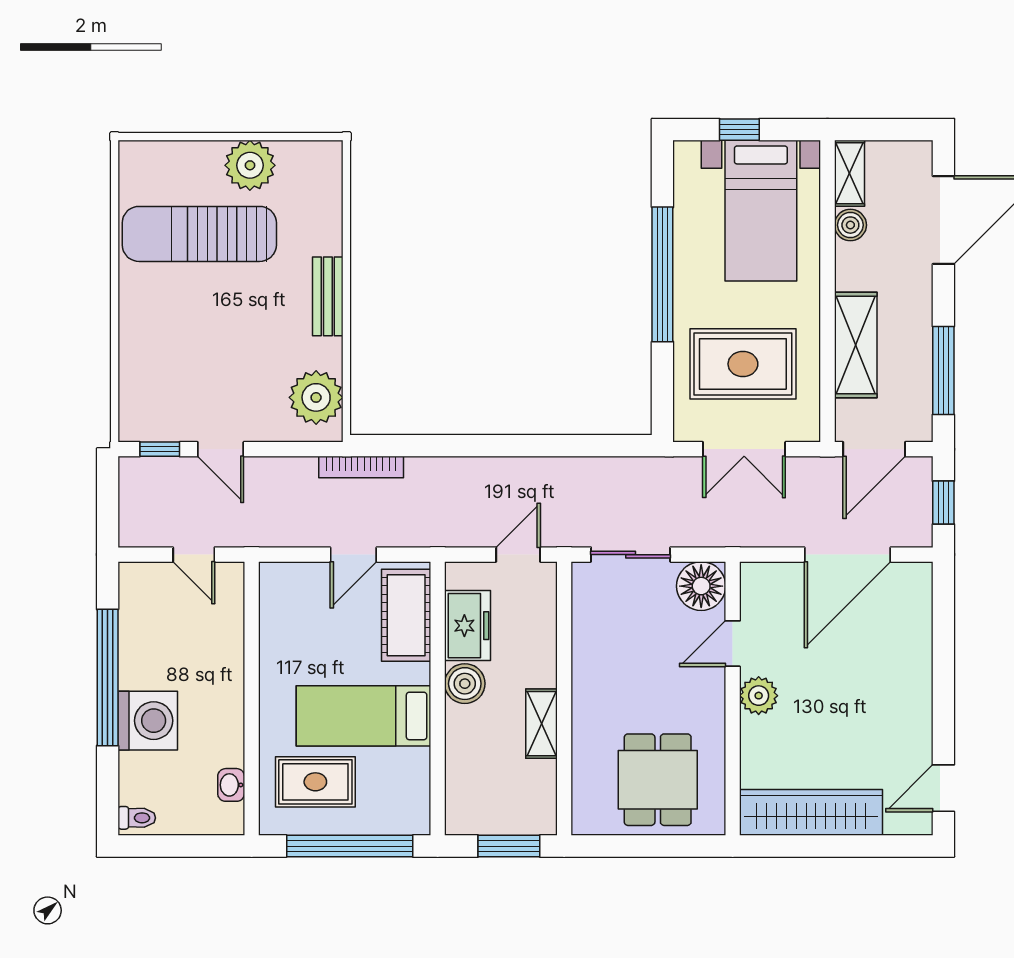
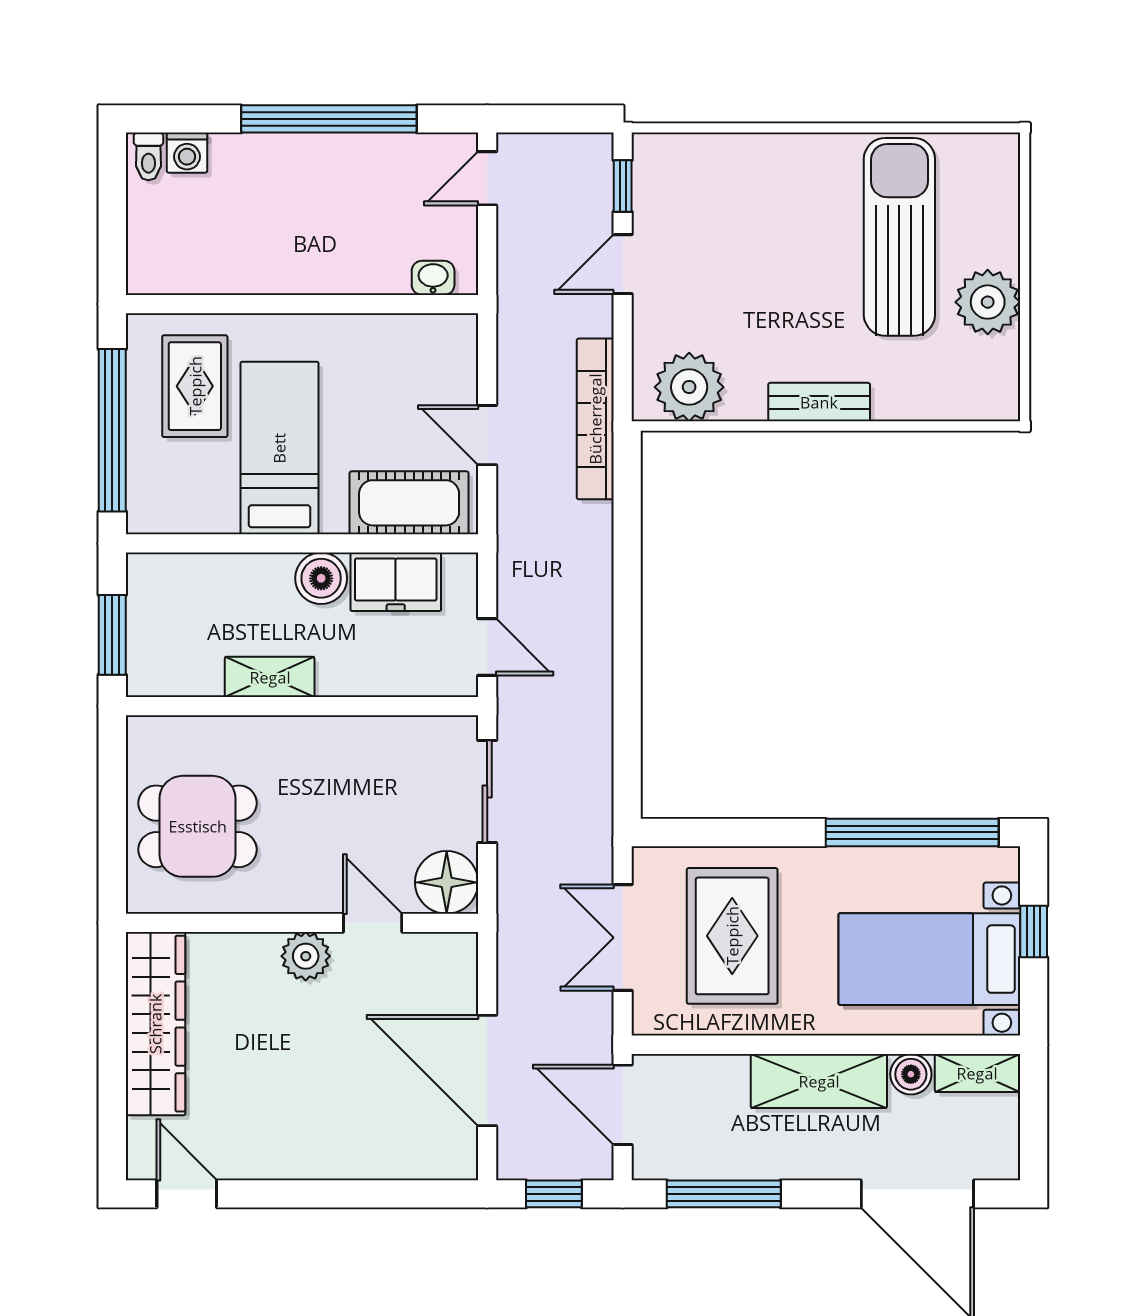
window: (662, 274) -> (912, 832), moved
shelving: (856, 345) -> (819, 1081), moved
bookcase: (361, 467) -> (595, 419), width x1.48, depth x1.31
door: (194, 555) -> (487, 178), moved
washing machine: (148, 721) -> (187, 153), moved, width x0.53, depth x0.53
washbasin: (231, 785) -> (433, 278), moved

